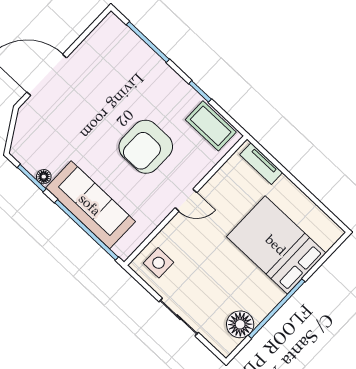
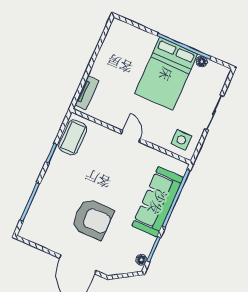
armchair: (146, 147) -> (93, 219), moved
floor lamp: (44, 177) -> (141, 260), moved
bed: (276, 245) -> (166, 74), moved
floor lamp: (240, 324) -> (202, 62), width x0.53, depth x0.53

